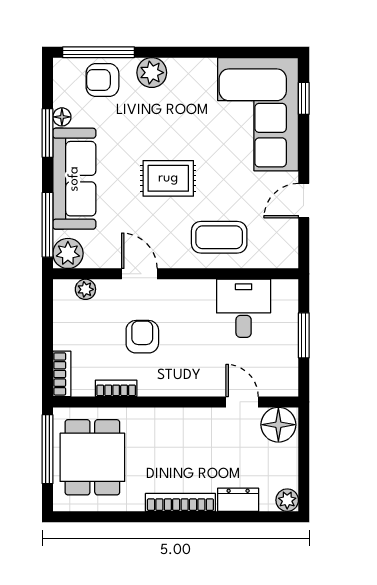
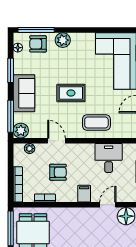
floor lamp: (62, 117) -> (18, 48), moved
sofa: (74, 179) -> (24, 93), width x0.73
armchair: (142, 337) -> (58, 172), turned 90
bookcase: (62, 374) -> (18, 184), width x1.56
filing cabinet: (195, 380) -> (84, 194), added
door: (242, 402) -> (108, 205), hinge flipped

